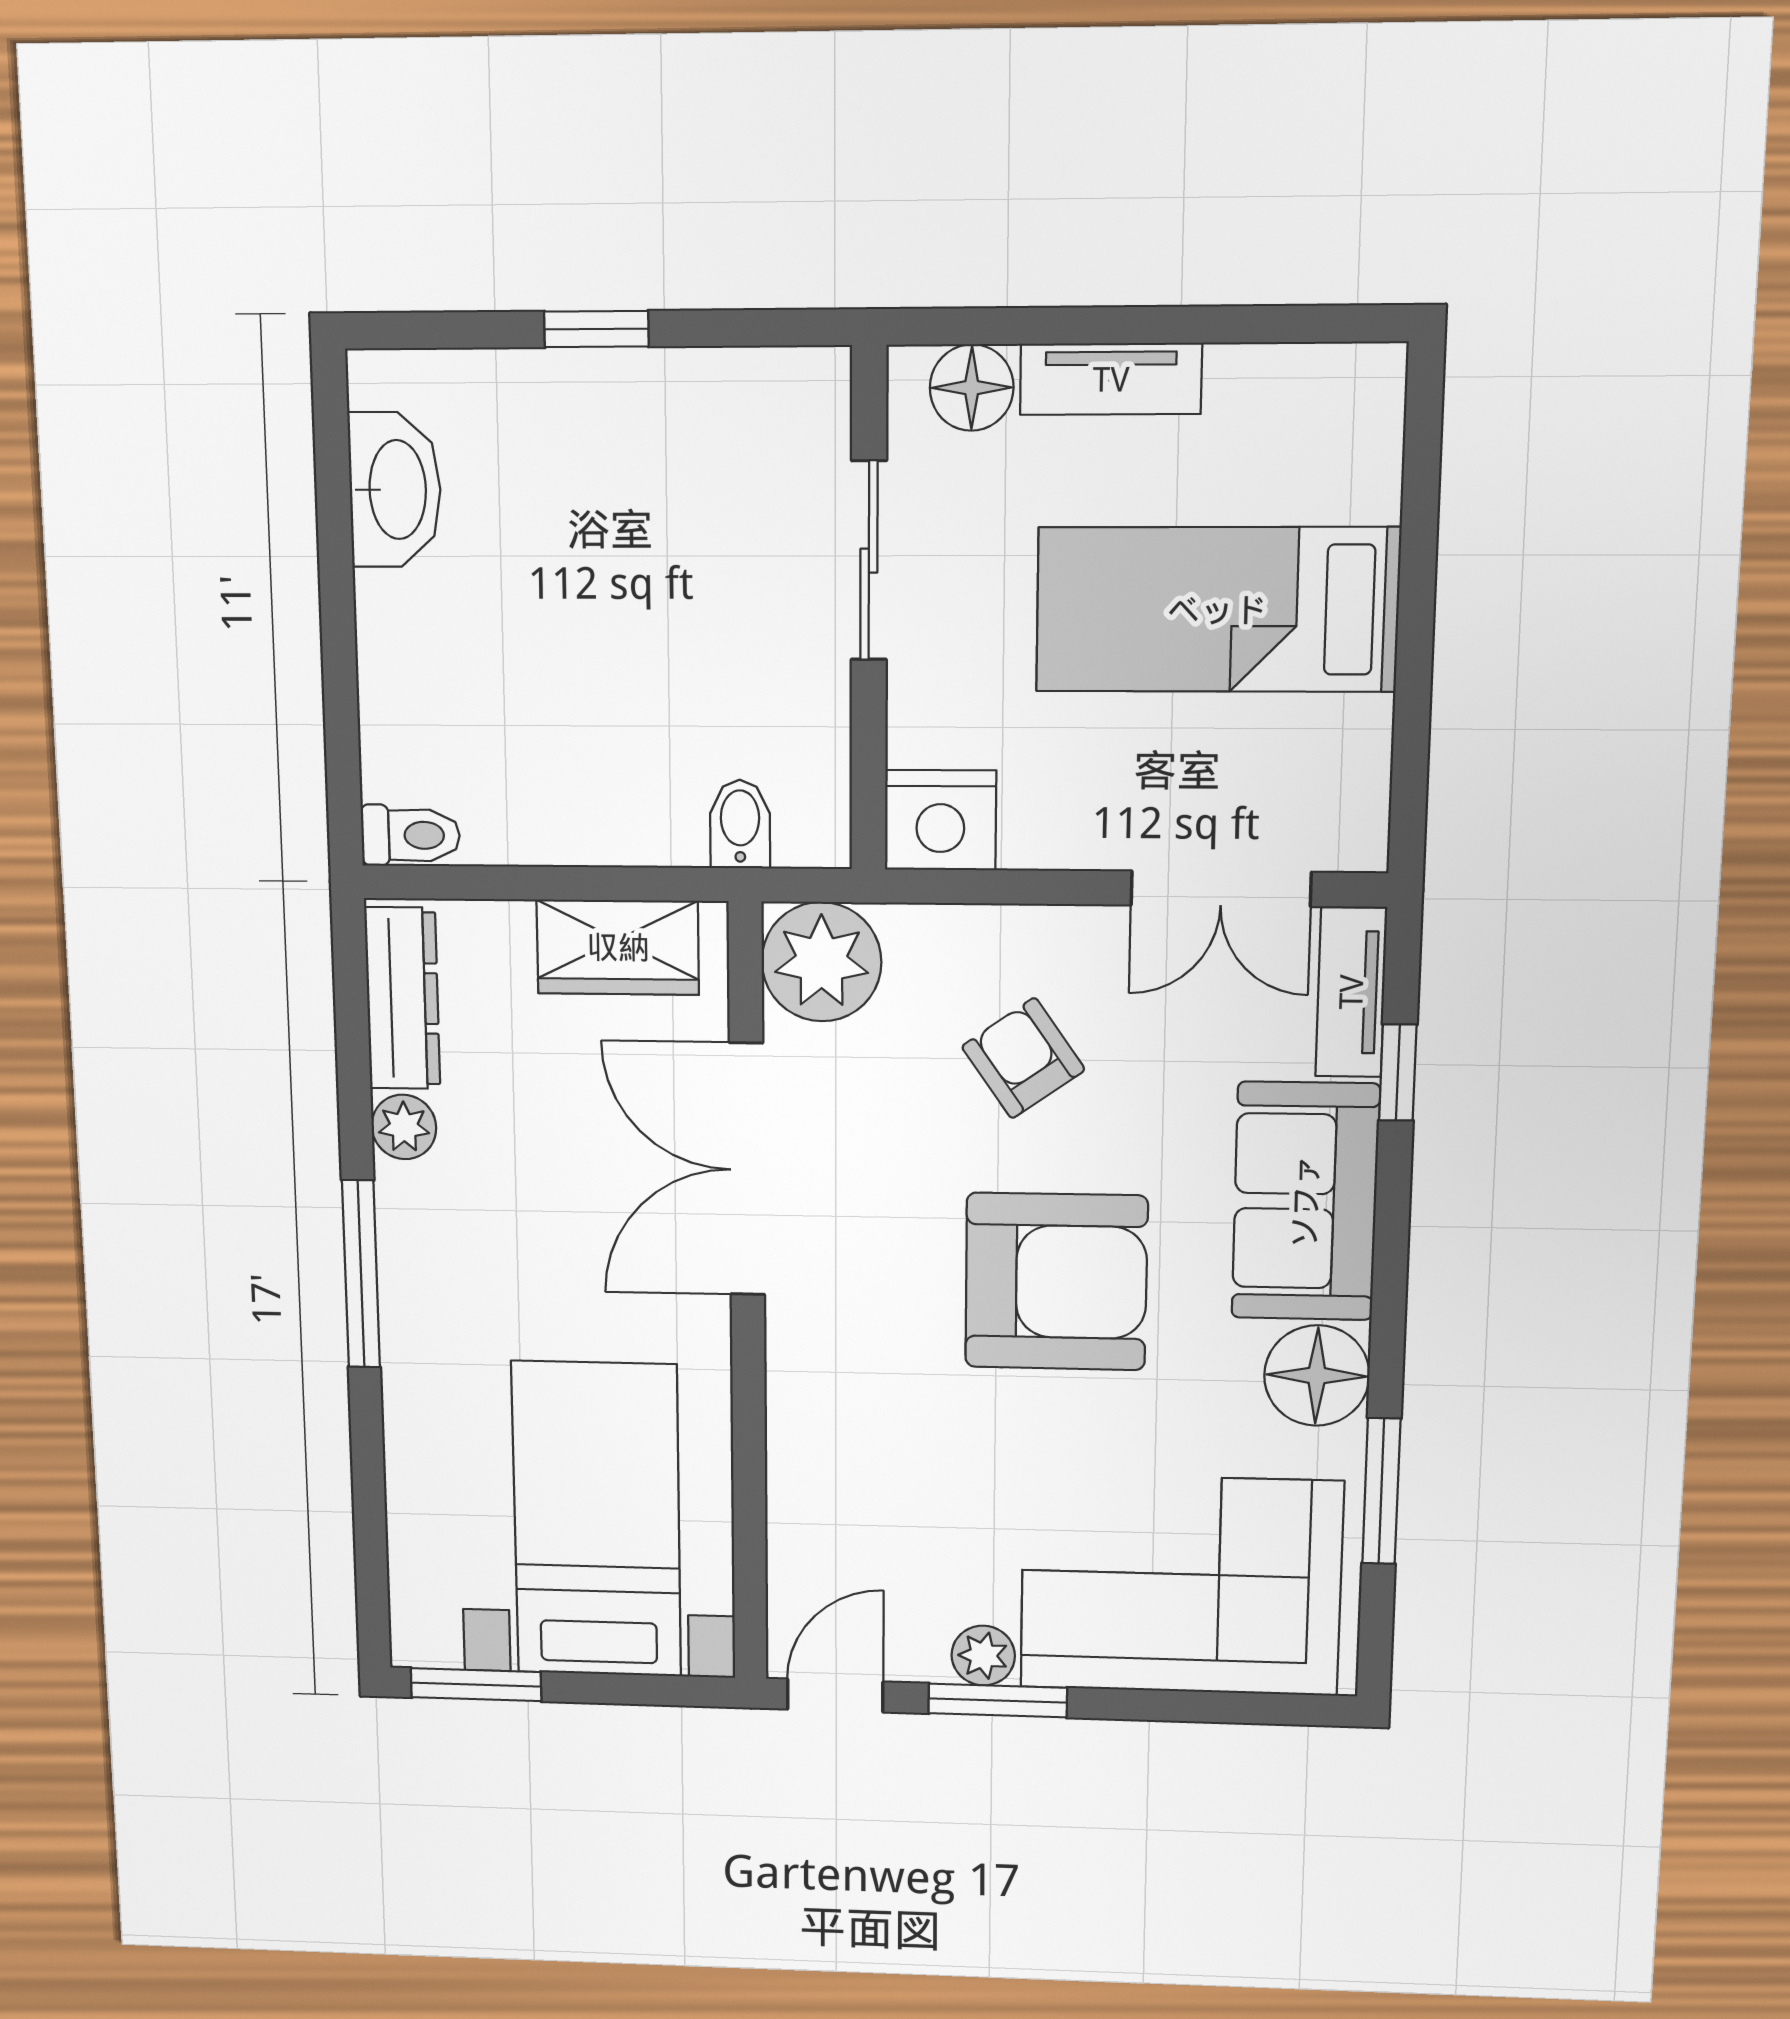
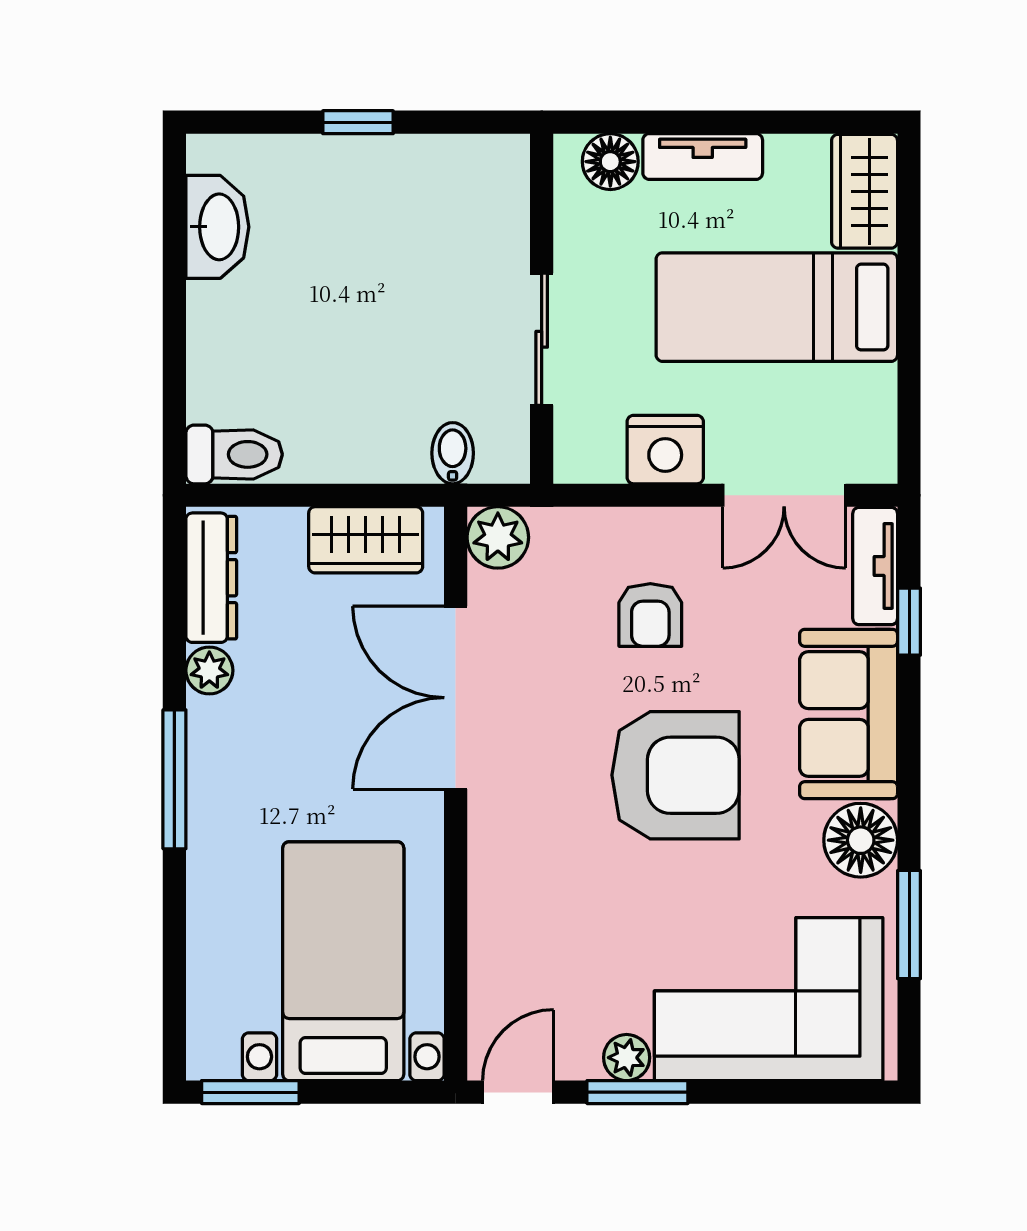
wardrobe: (1355, 432) -> (865, 191), added
sliding door: (869, 561) -> (542, 339), moved
nightstand: (940, 820) -> (665, 450), moved
toilet: (411, 835) -> (234, 454), width x1.37, depth x1.39
plant: (821, 962) -> (498, 537), width x0.73, depth x0.73
armchair: (1023, 1058) -> (650, 615), turned -145

